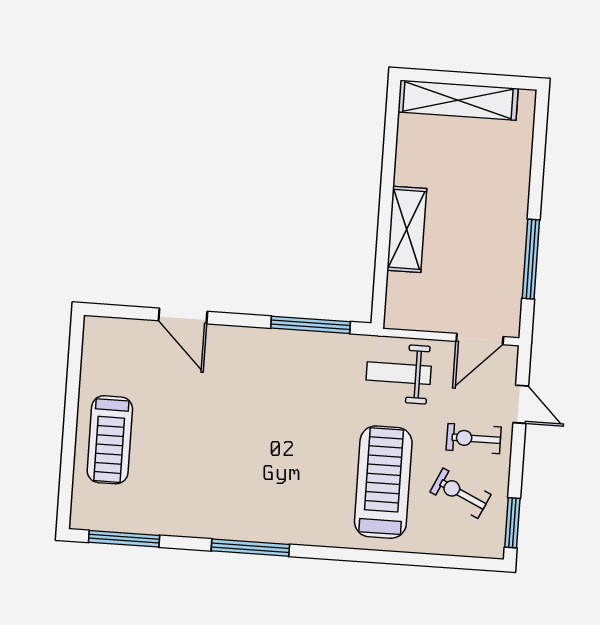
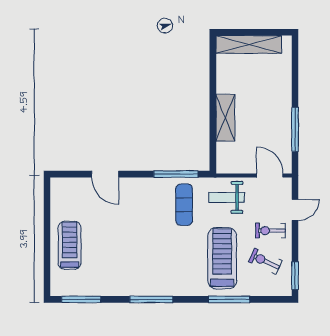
door: (480, 339) -> (270, 175), swing flipped
exercise mat: (321, 381) -> (184, 205), added
door: (521, 404) -> (295, 210), hinge flipped
treadmill: (110, 440) -> (70, 245), turned 180
window: (390, 557) -> (229, 299), added

